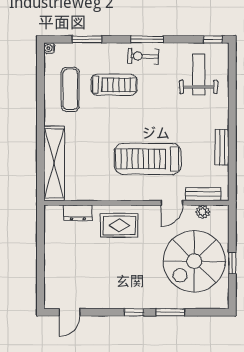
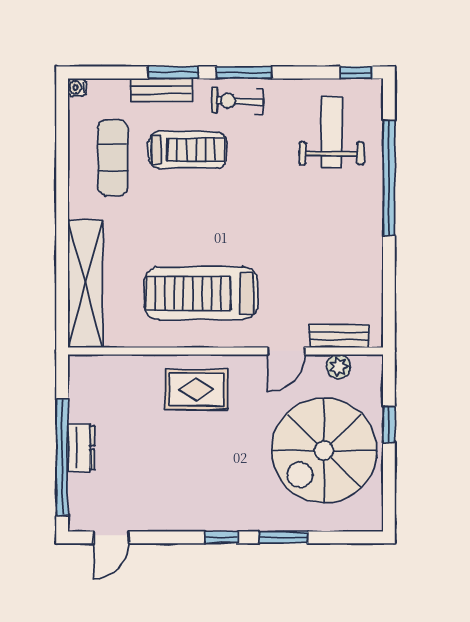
window: (87, 39) -> (173, 73), moved
window: (232, 101) -> (389, 178), added
bench: (222, 147) -> (161, 90), moved, turned 90
treadmill: (148, 159) -> (201, 293), moved
dresser: (78, 213) -> (81, 448), moved, turned -90
window: (232, 263) -> (389, 424), moved
window: (40, 265) -> (62, 458), added

